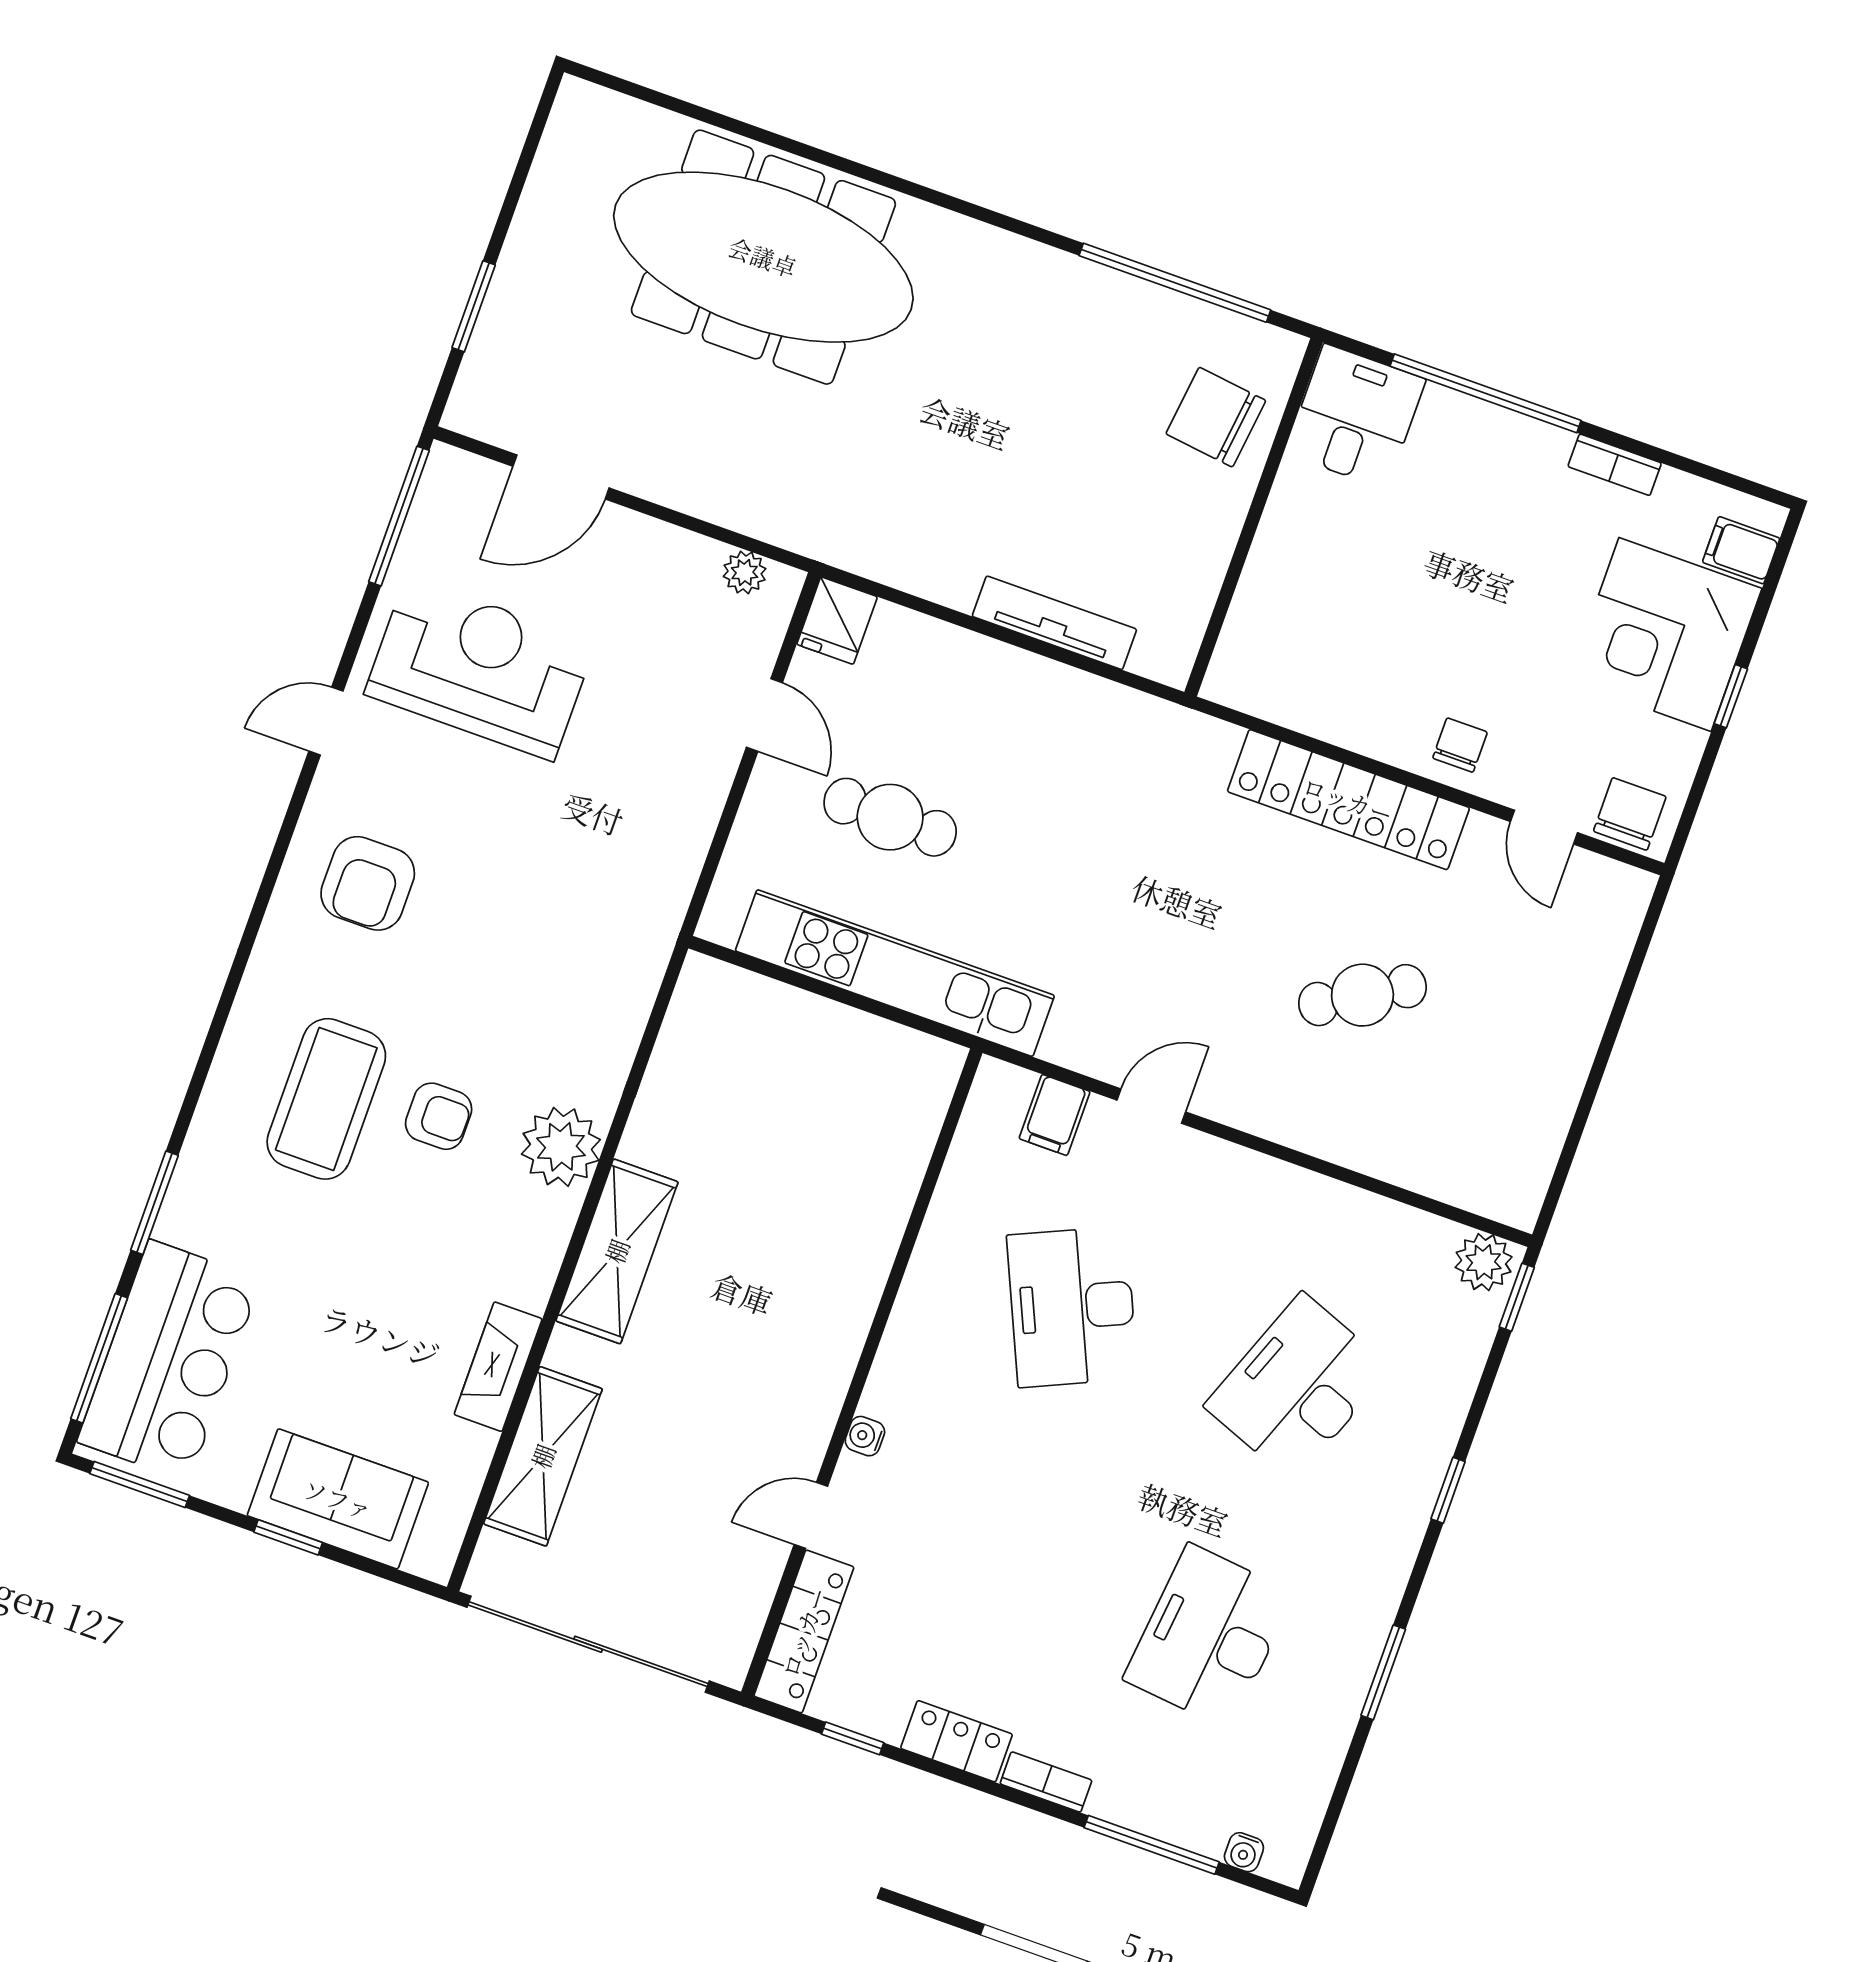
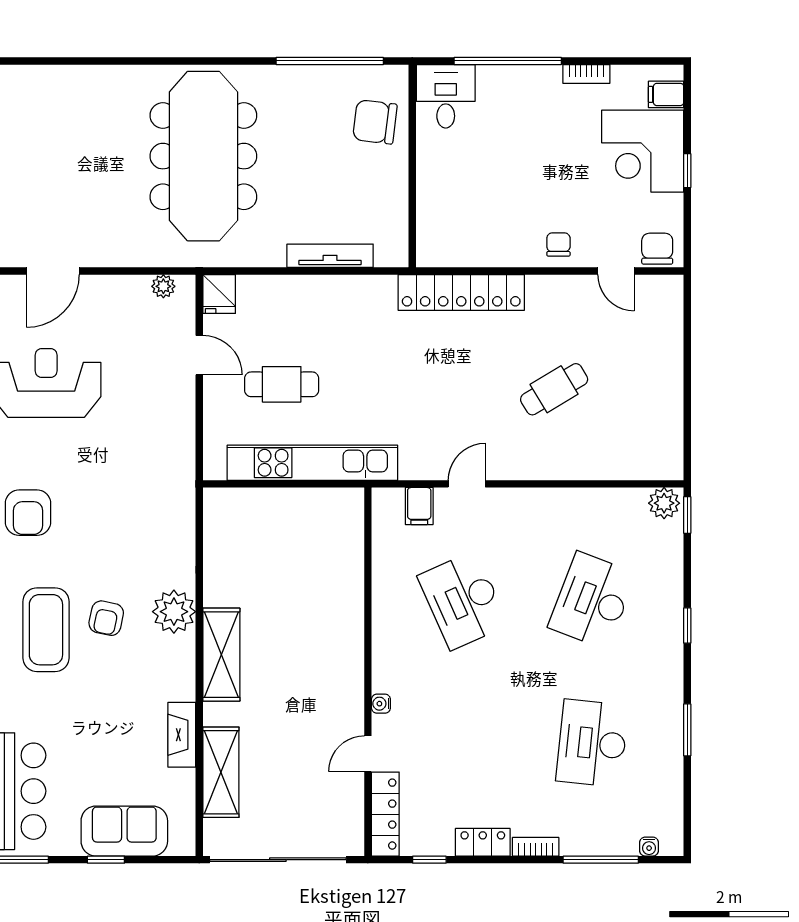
meeting table: (763, 257) -> (203, 156), moved, turned 90
locker: (1348, 800) -> (461, 292), moved
armchair: (439, 1116) -> (106, 618), turned 102

